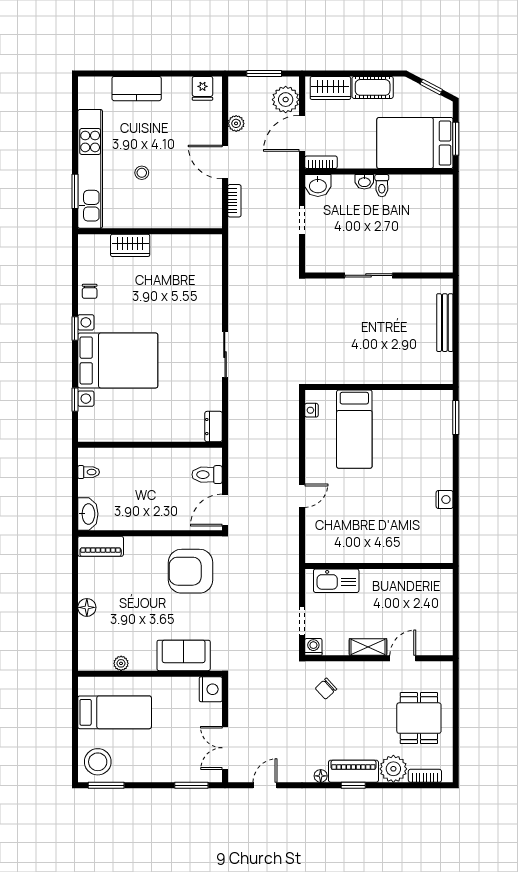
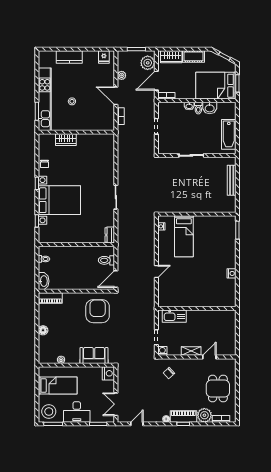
washbasin: (318, 185) -> (210, 108), moved
bathtub: (440, 235) -> (229, 134), added
armchair: (190, 571) -> (98, 311), turned 90
desk: (151, 763) -> (77, 412), added

